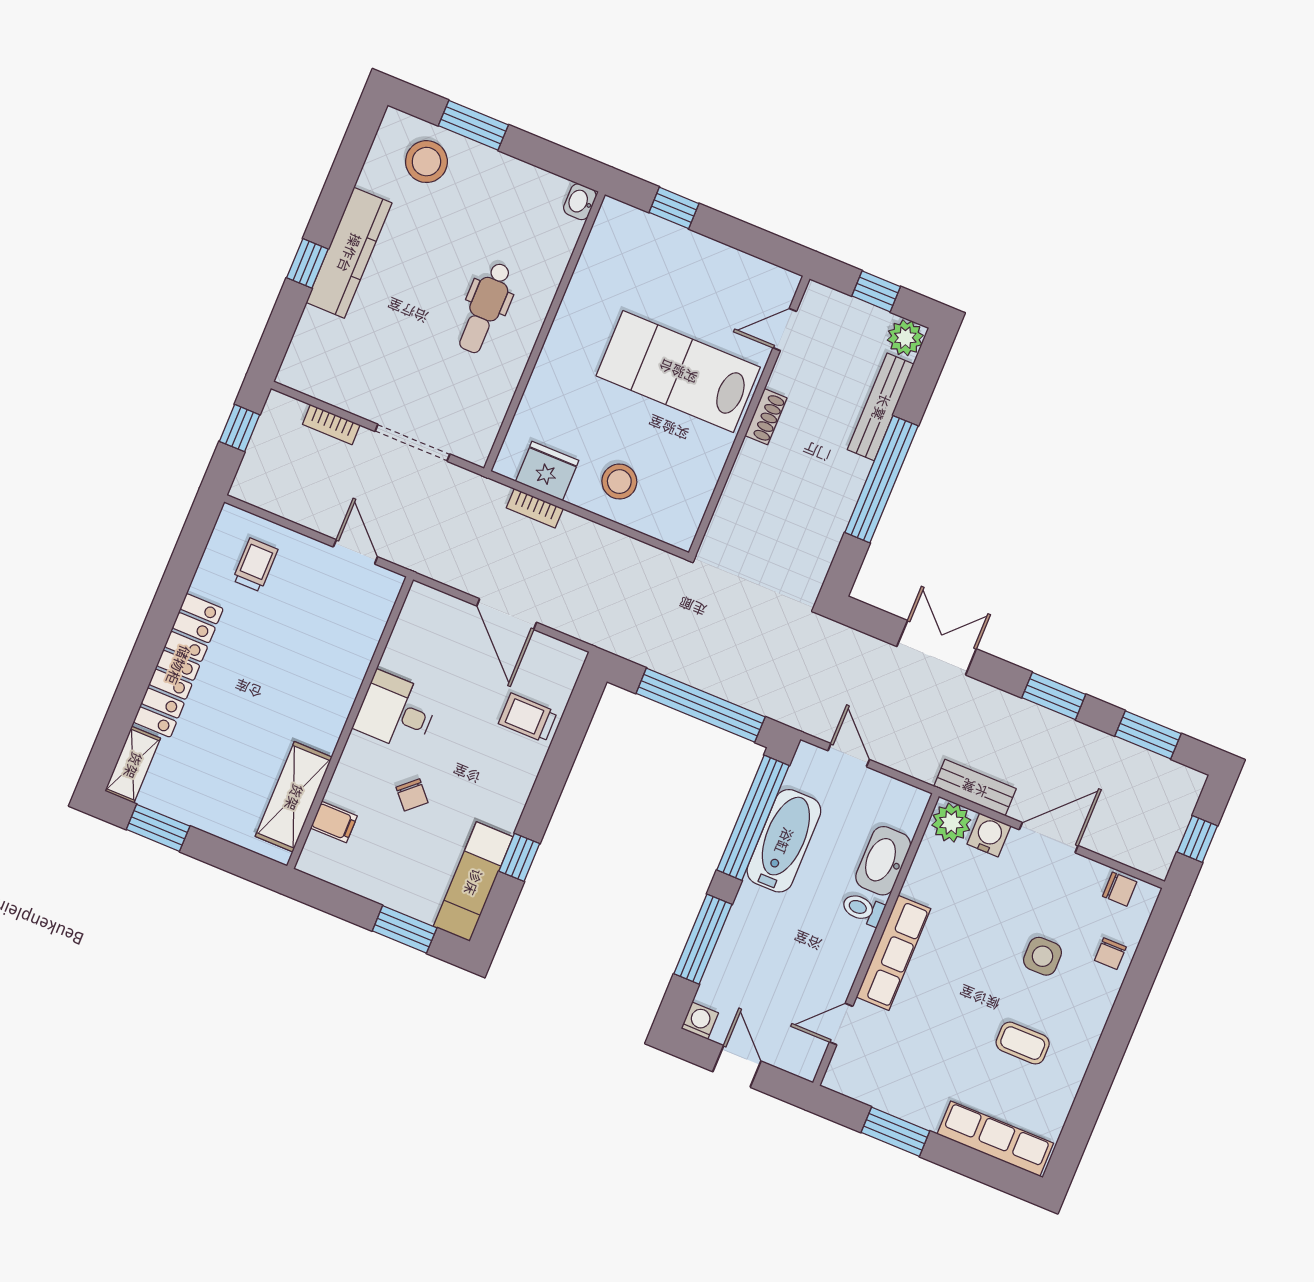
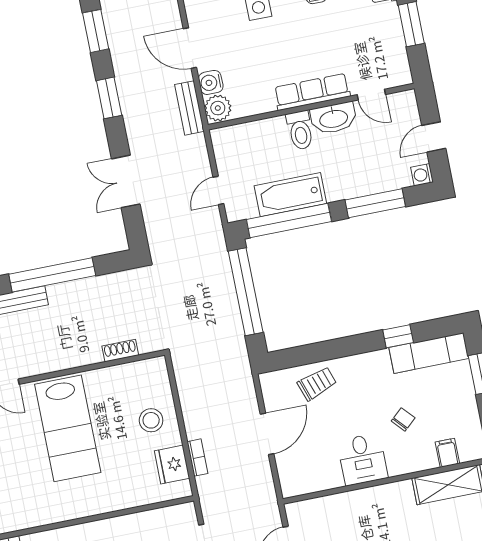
shoe rack: (766, 417) -> (120, 351), moved
trolley: (528, 718) -> (317, 383), turned -109
washbasin: (883, 861) -> (333, 118), moved
toilet: (863, 909) -> (300, 130), width x1.37, depth x1.39

